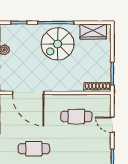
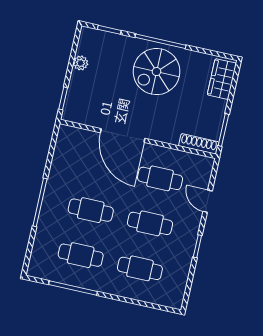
wardrobe: (93, 32) -> (222, 79), moved, turned 90
door: (28, 93) -> (123, 135), moved
cafe table: (76, 149) -> (150, 223), added

